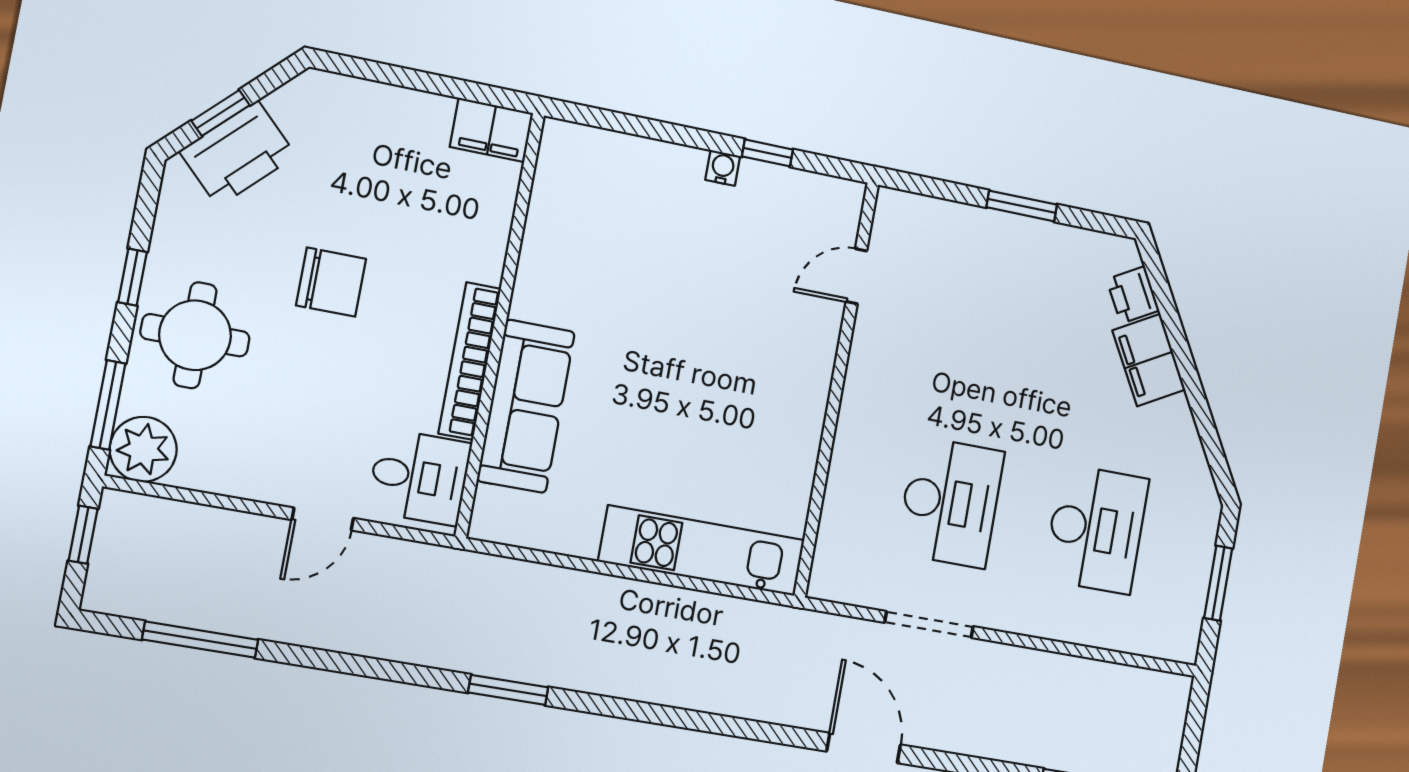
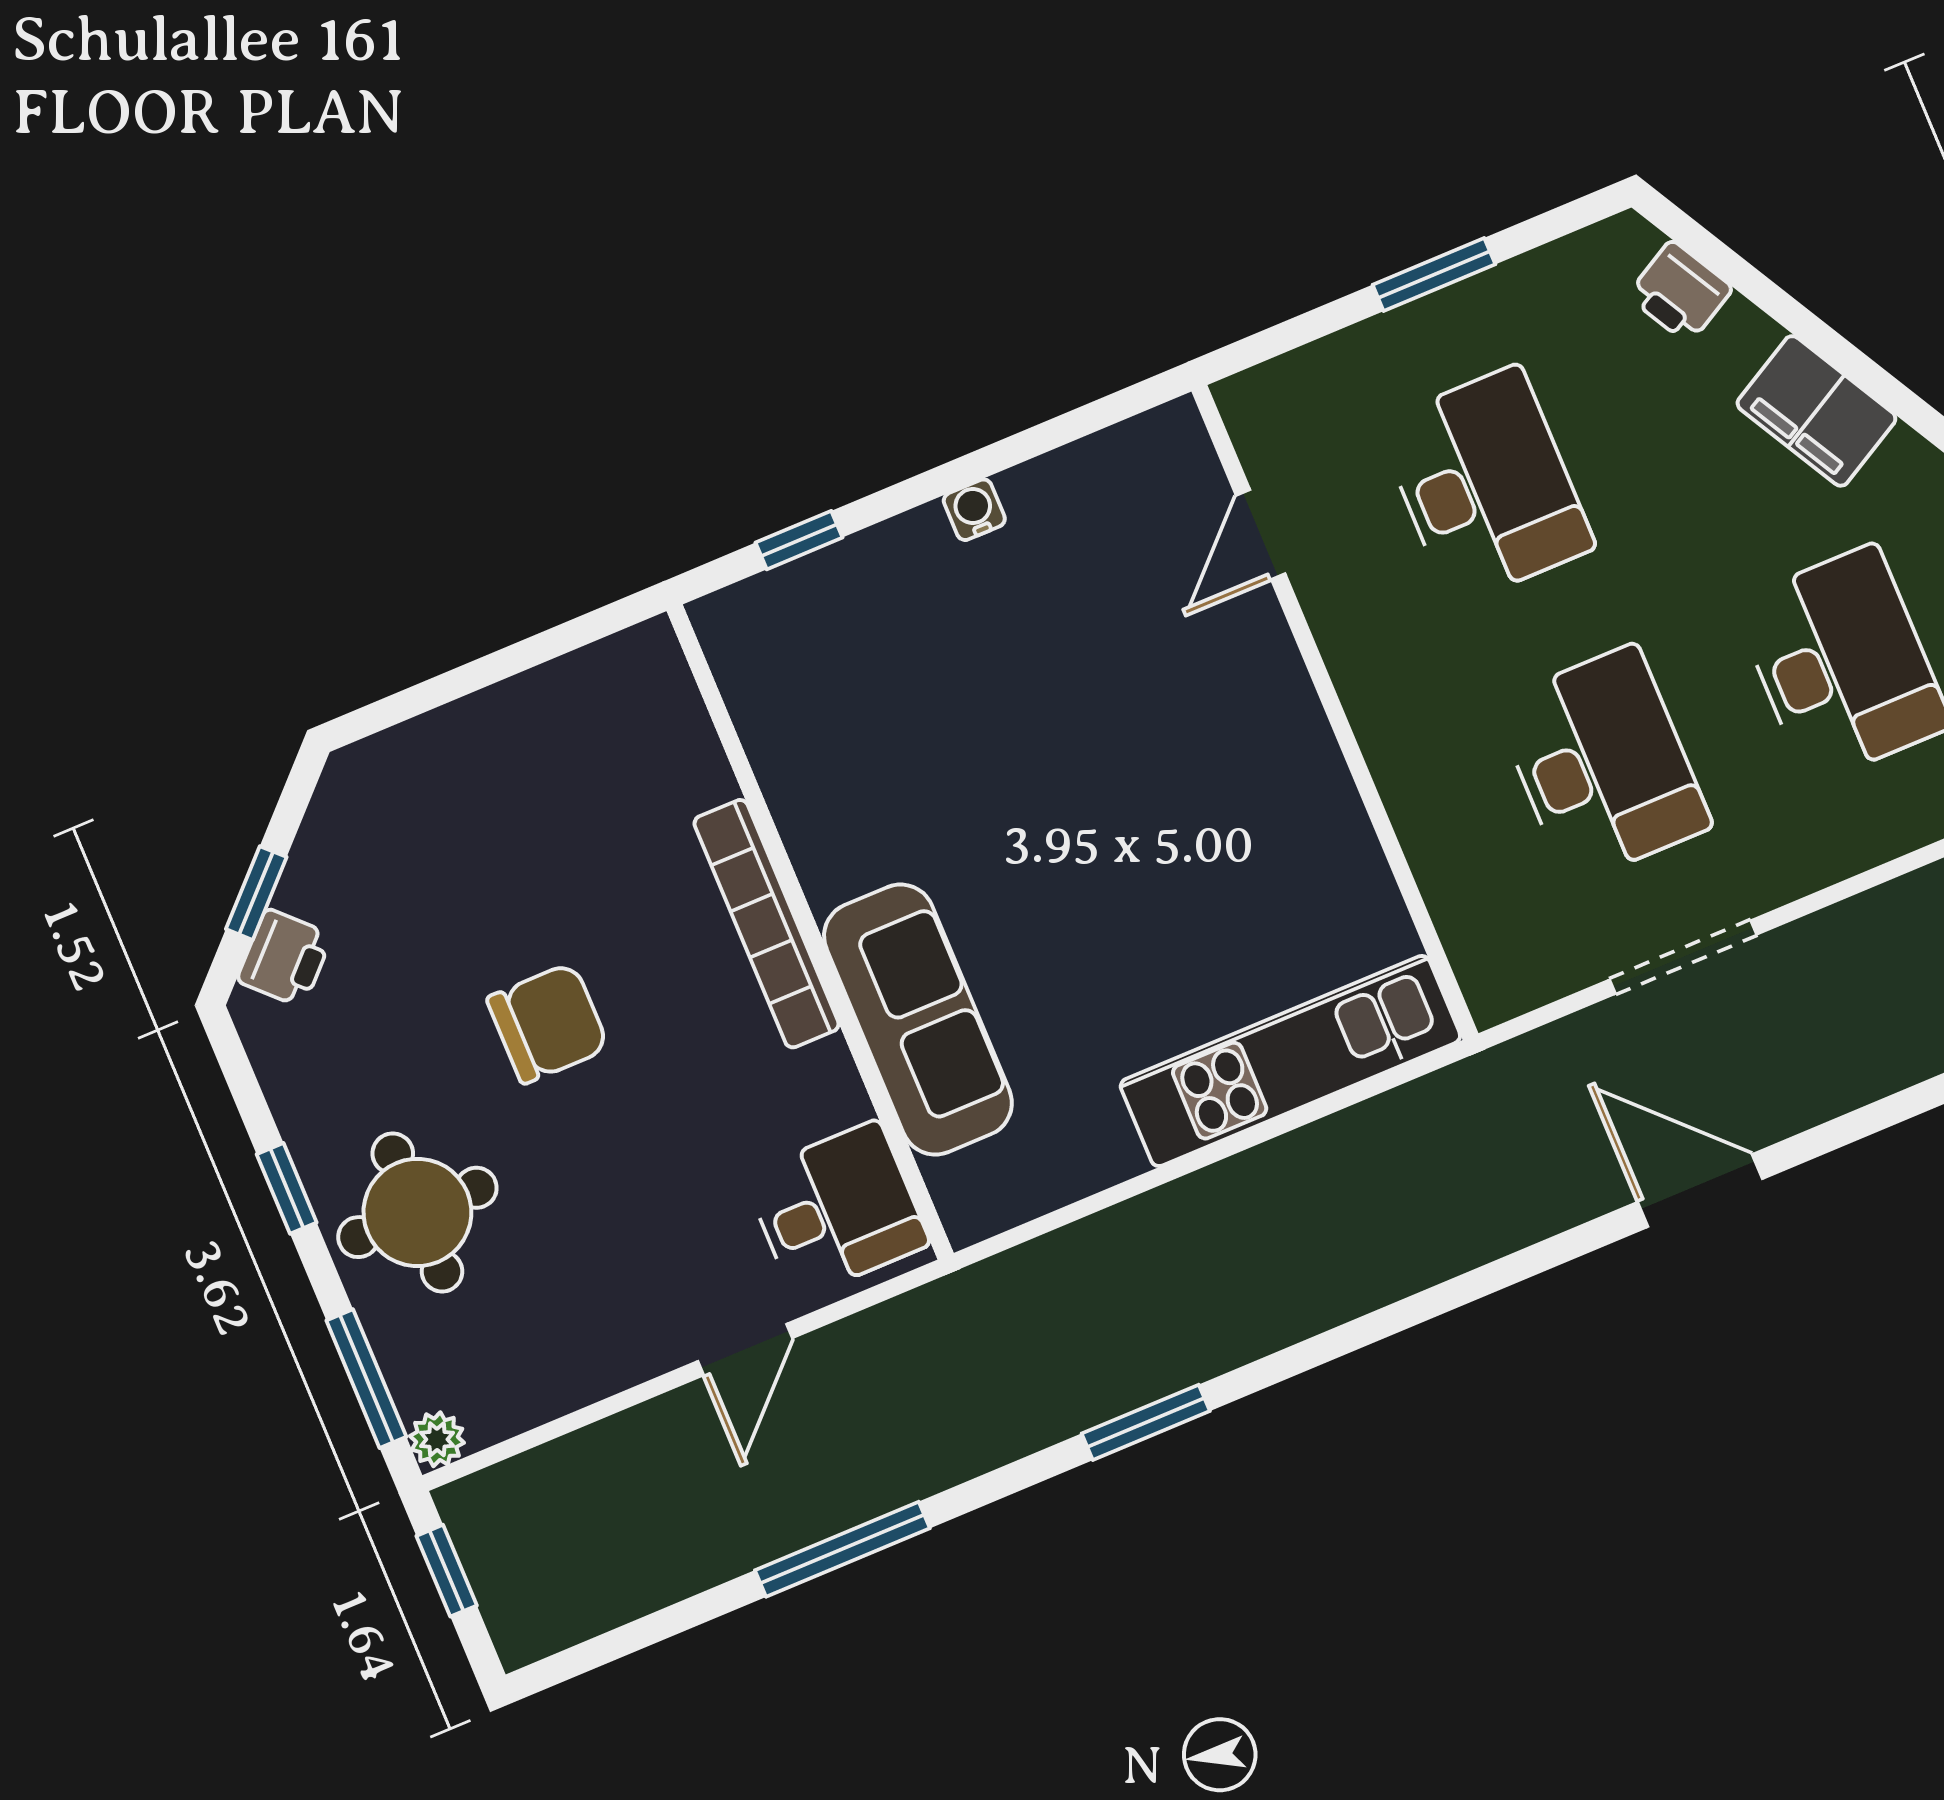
filing cabinet: (492, 130) -> (626, 673), removed
printer: (238, 153) -> (285, 958), width x0.53, depth x0.68
window: (767, 153) -> (799, 540), moved
desk: (981, 326) -> (1486, 485), added
filing cabinet: (1149, 360) -> (1816, 411), moved
bookcase: (470, 361) -> (767, 924), moved
plant: (143, 449) -> (437, 1439), width x0.53, depth x0.53
window: (200, 640) -> (842, 1549), moved

